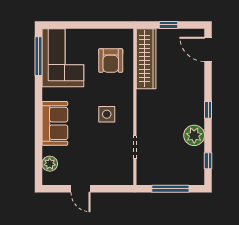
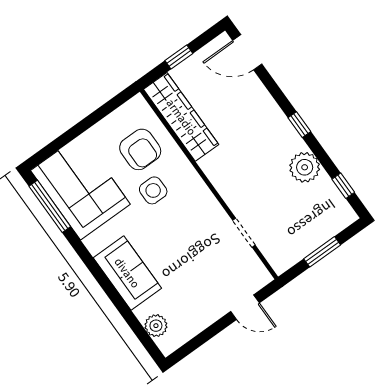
side table: (107, 114) -> (153, 190), moved
door: (80, 189) -> (245, 307), moved
window: (170, 189) -> (322, 252), width x0.69

